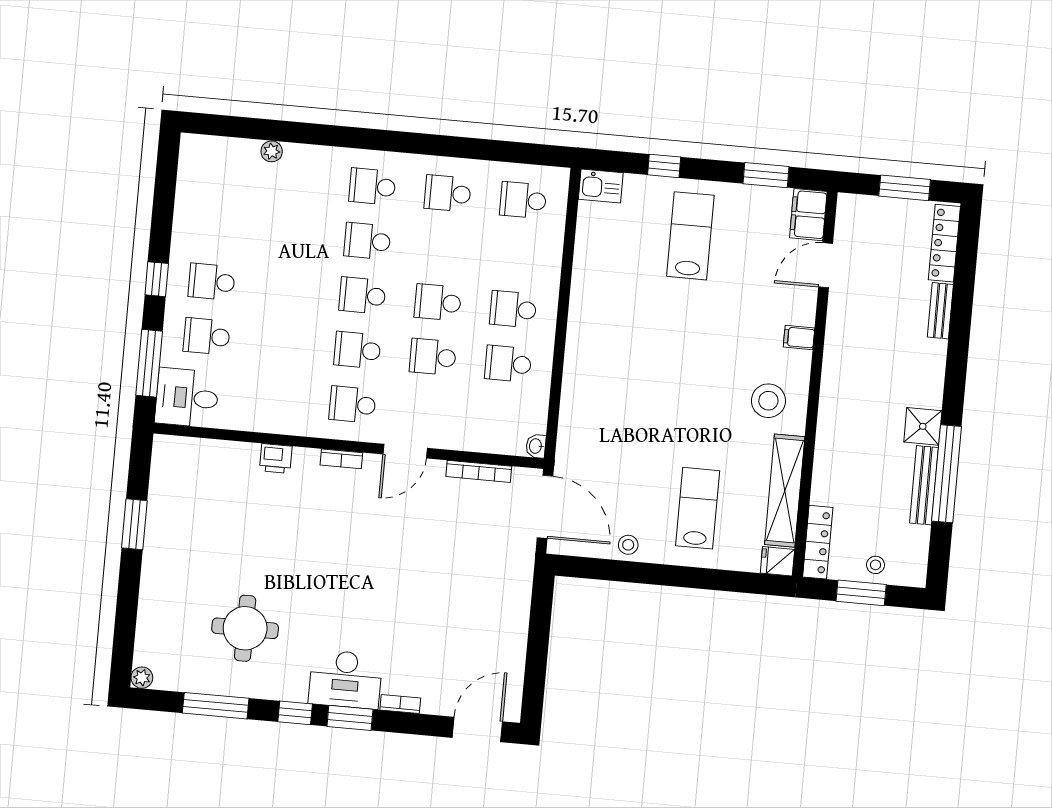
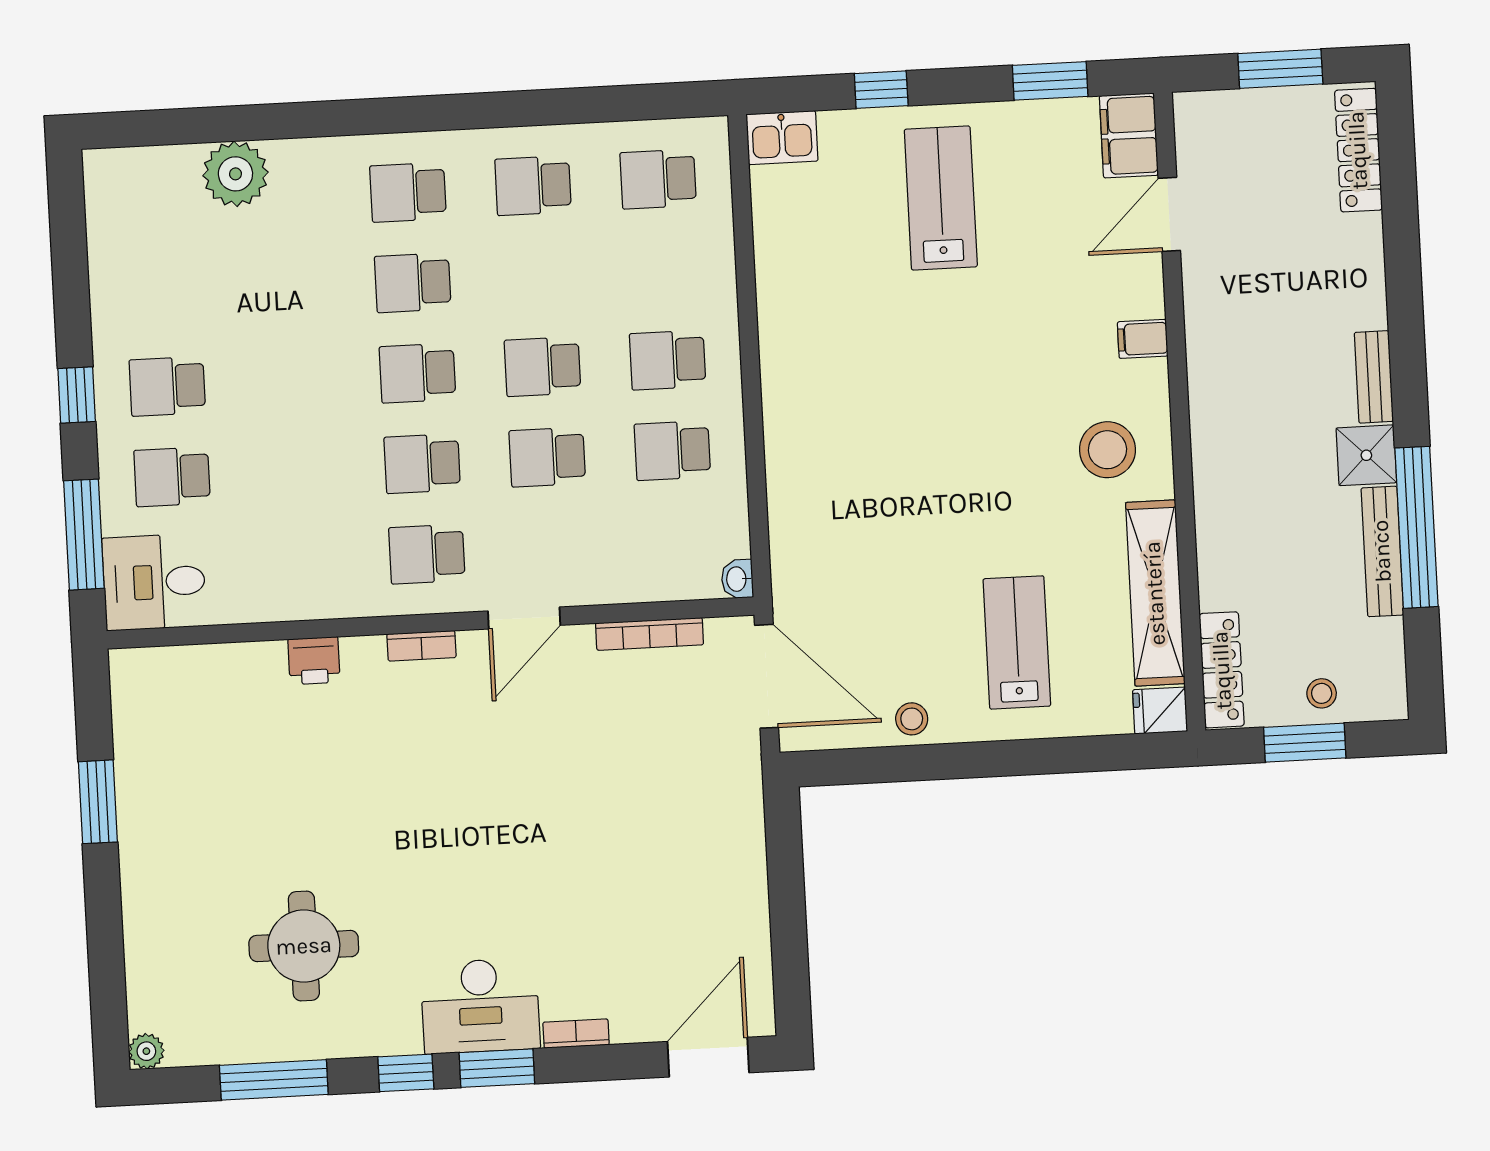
plant: (272, 151) -> (235, 174), width x1.87, depth x1.87
bench: (940, 311) -> (1374, 377), moved

